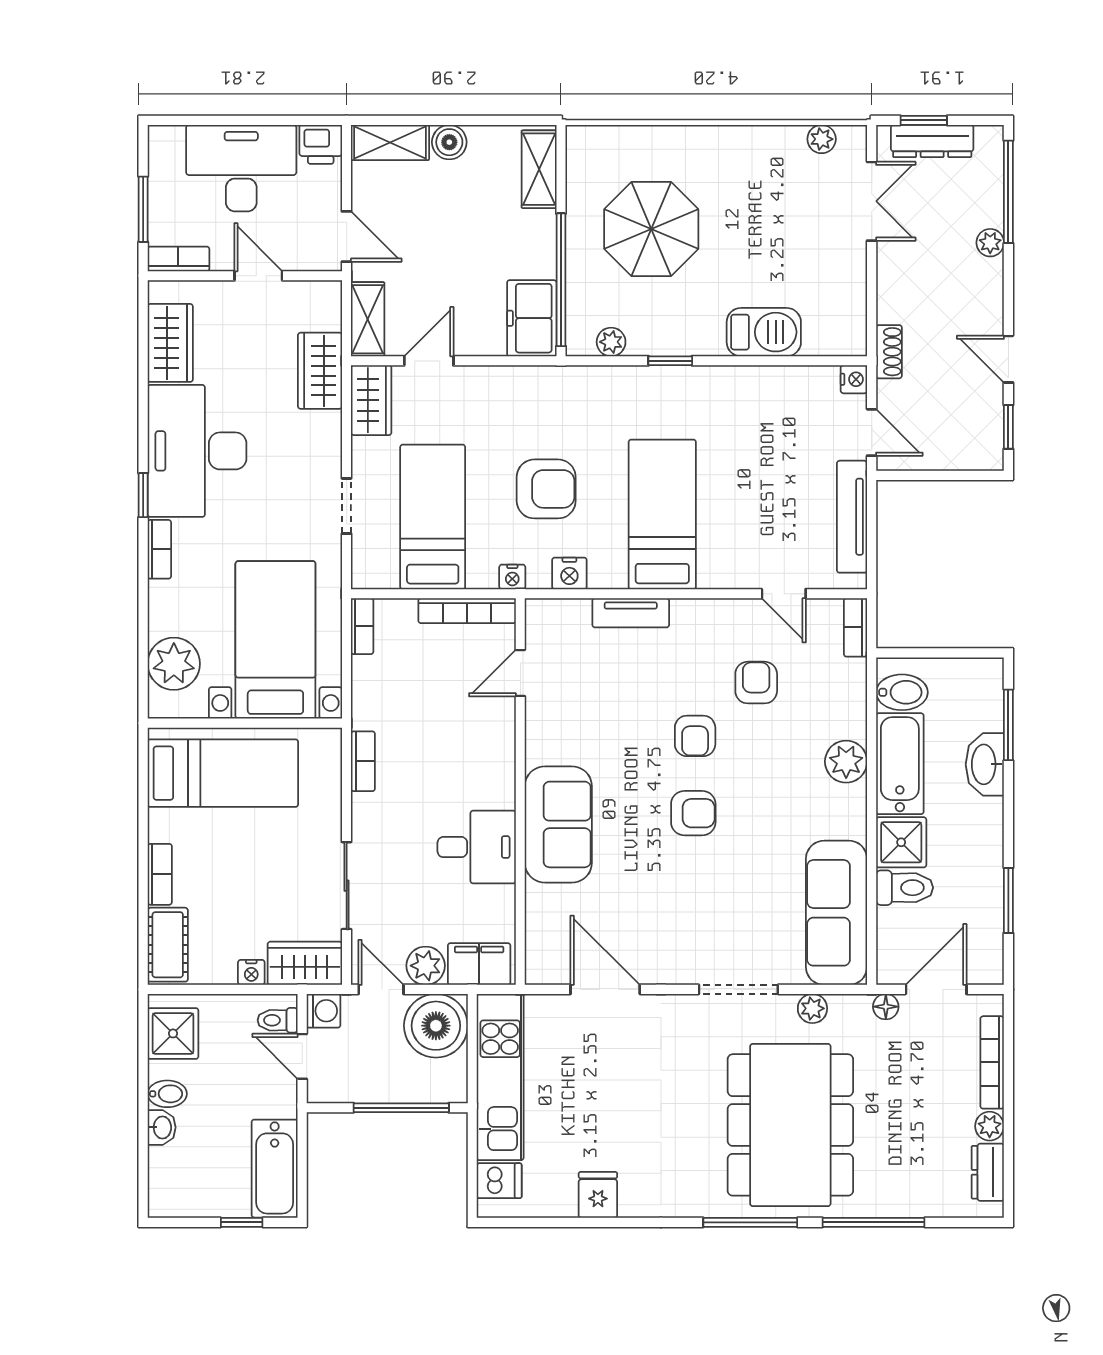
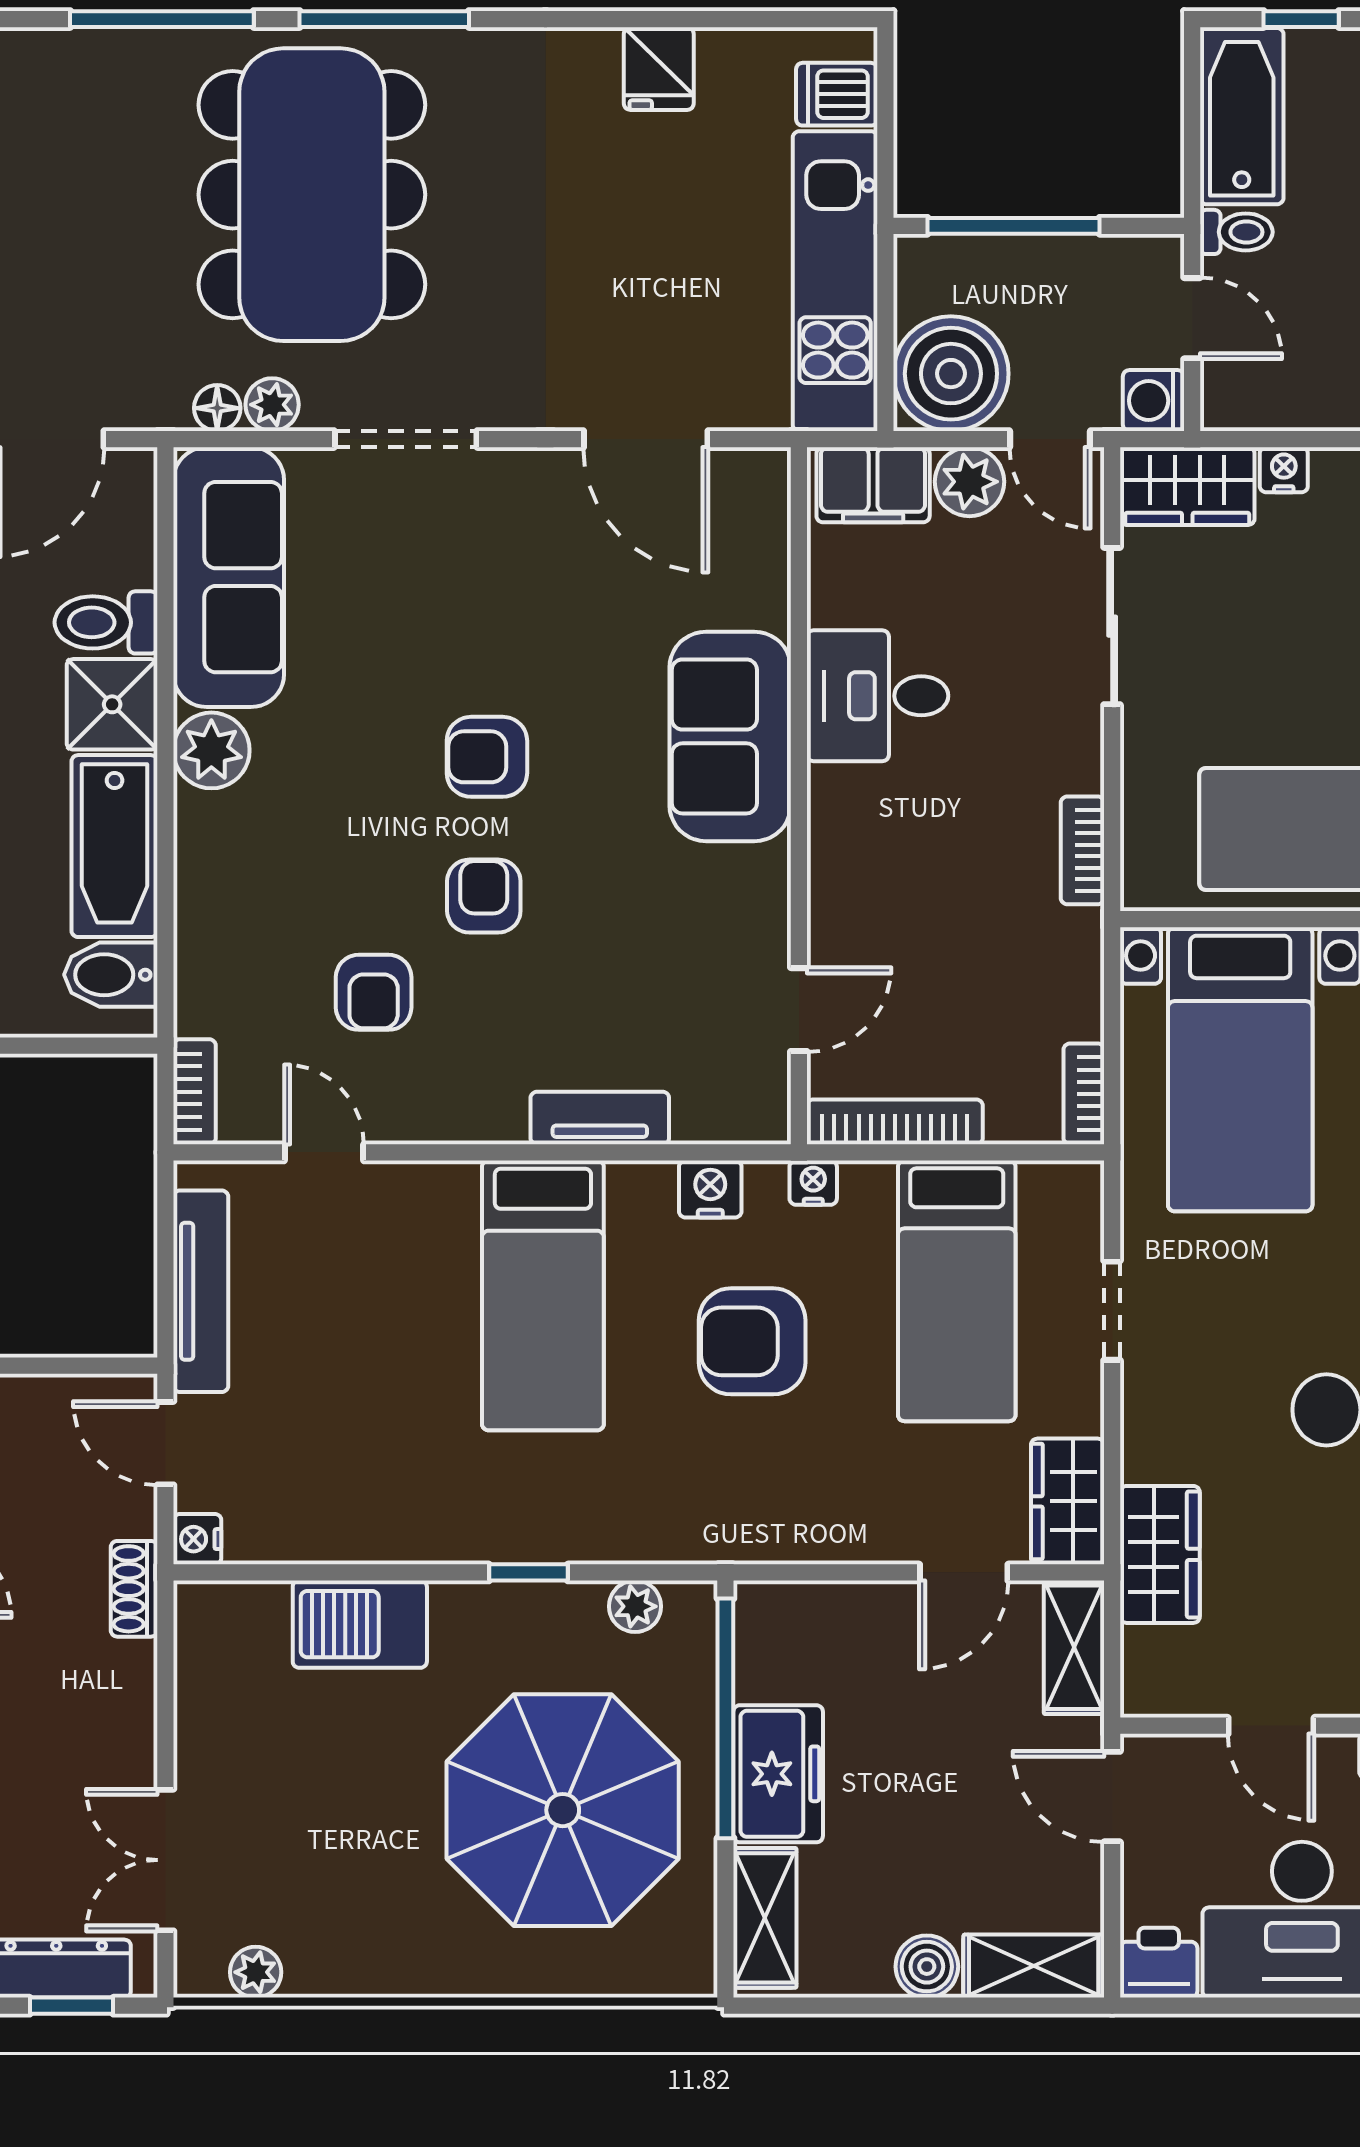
parasol: (651, 229) -> (563, 1810), width x1.36, depth x1.36
freezer: (532, 318) -> (778, 1774), moved
plant: (846, 762) -> (211, 750), moved
floor lamp: (886, 1007) -> (217, 408), moved
toilet: (278, 1020) -> (1236, 232), moved

